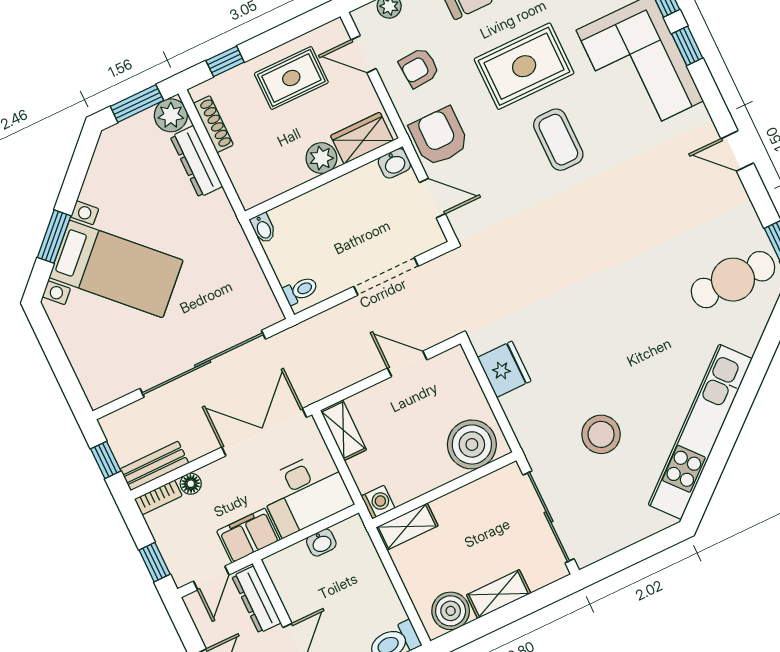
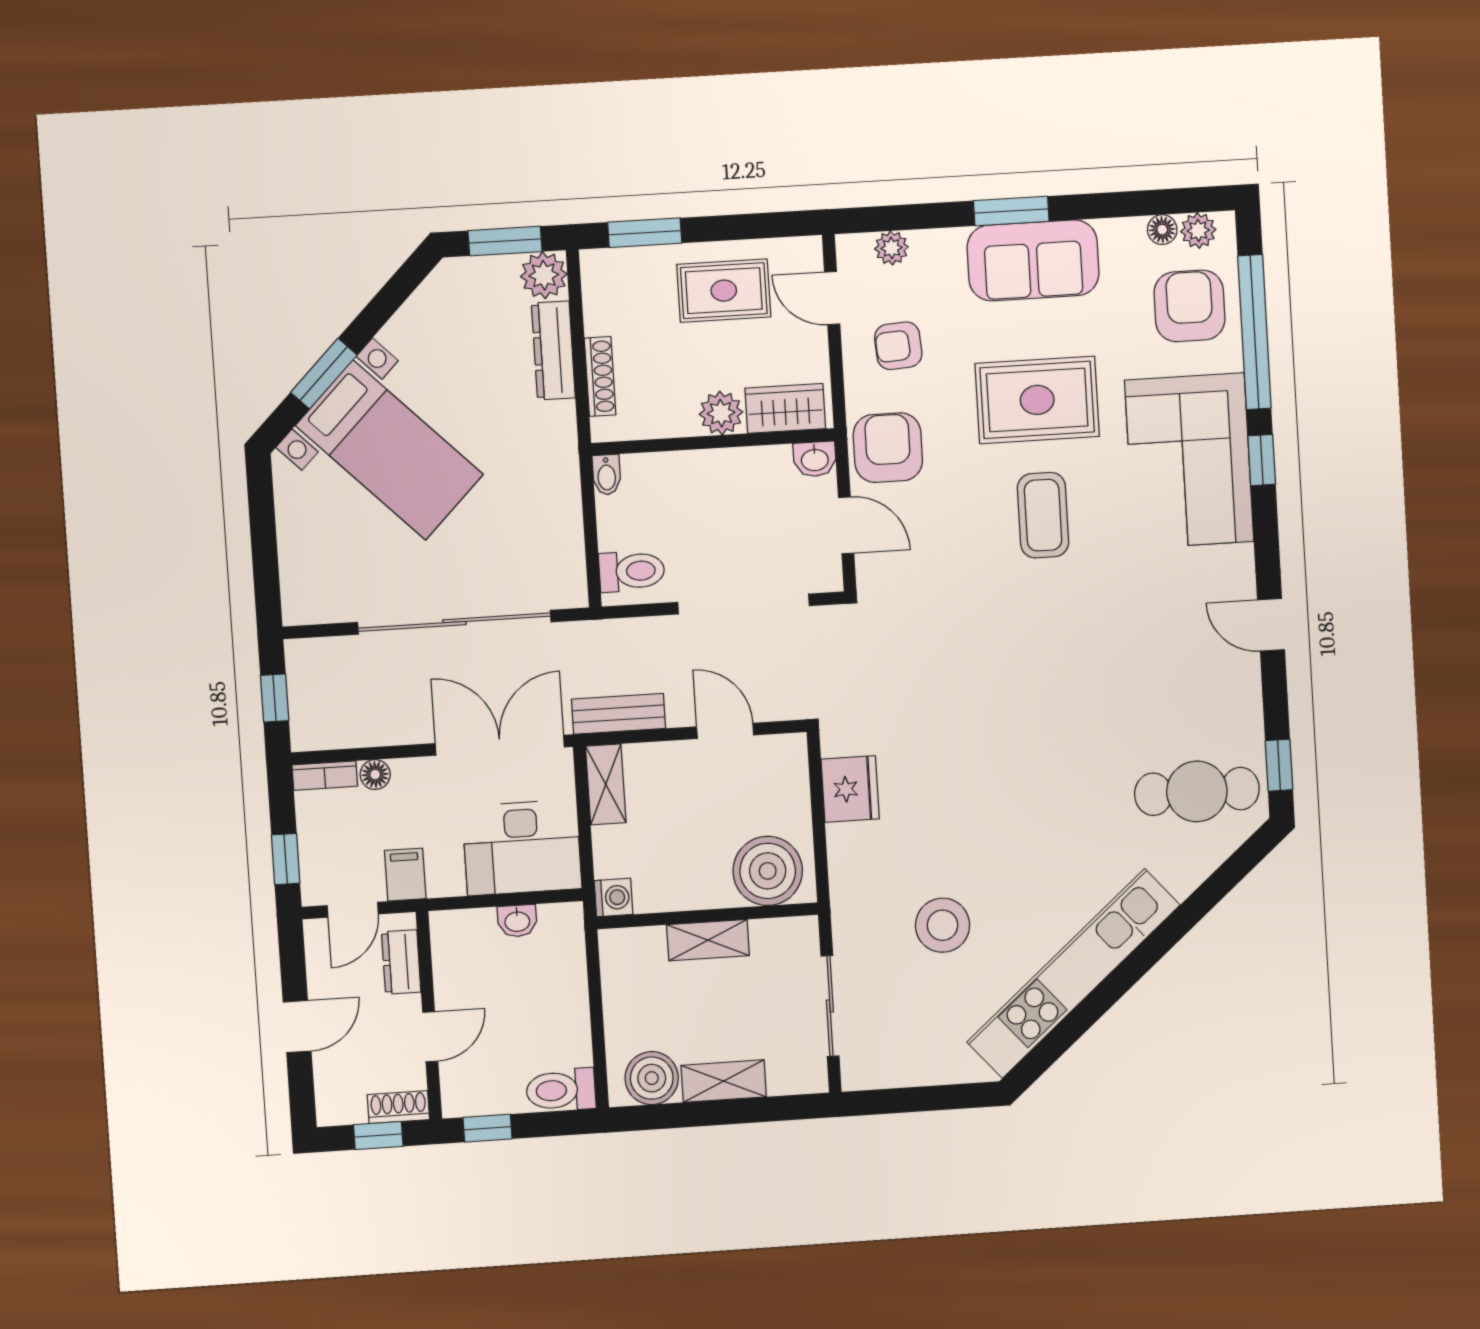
window: (225, 61) -> (645, 233), width x1.50
shoe rack: (213, 124) -> (600, 376), moved
doorway: (386, 276) -> (744, 604), width x1.36
toilet: (300, 290) -> (632, 571), width x1.37, depth x1.39
bench: (154, 466) -> (619, 714), moved
sliding door: (548, 517) -> (830, 1006), width x0.73
shelving: (407, 527) -> (708, 940), moved
filing cabinet: (248, 536) -> (405, 875), width x0.50
dresser: (256, 600) -> (401, 962), width x0.70

